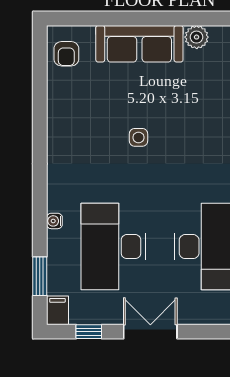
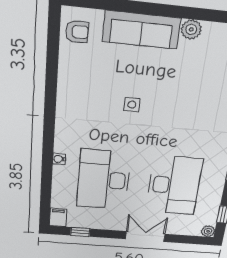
armchair: (66, 54) -> (77, 32), turned -90
window: (40, 276) -> (46, 195), removed
double door: (150, 332) -> (145, 237), moved

